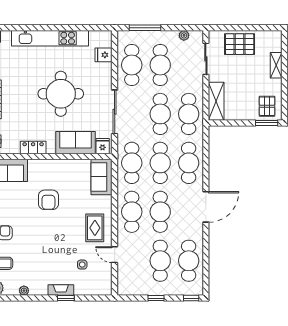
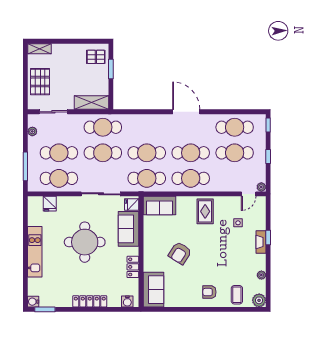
kitchen unit: (50, 38) -> (35, 252), width x0.73
shelving: (276, 65) -> (40, 49), moved
window: (267, 123) -> (111, 69), moved
cafe table: (189, 163) -> (147, 127), removed
armchair: (48, 200) -> (180, 253), turned 122
rug: (95, 228) -> (205, 211), turned 90
door: (115, 255) -> (249, 194), moved
plant: (122, 290) -> (261, 187), added

